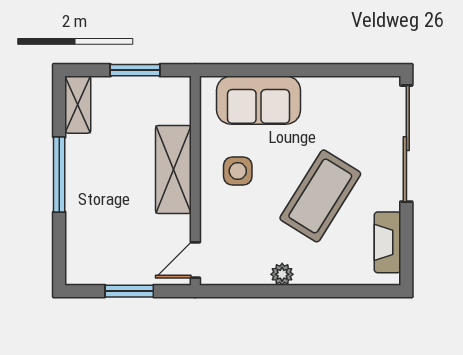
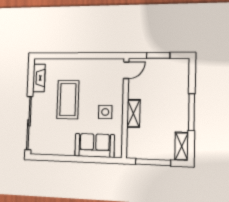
window: (135, 70) -> (153, 162), width x1.44
shelving: (173, 170) -> (133, 113), width x0.67, depth x0.75
coffee table: (320, 196) -> (68, 100), turned -32
plant: (282, 274) -> (86, 63), removed

